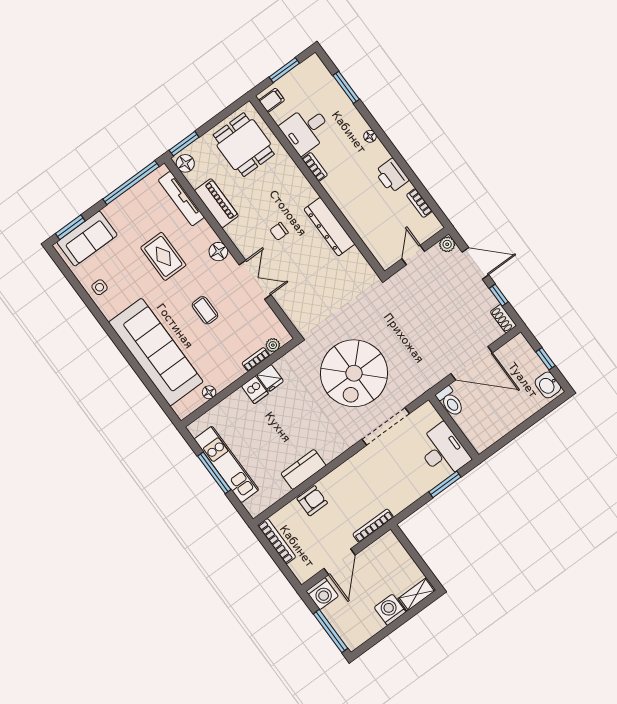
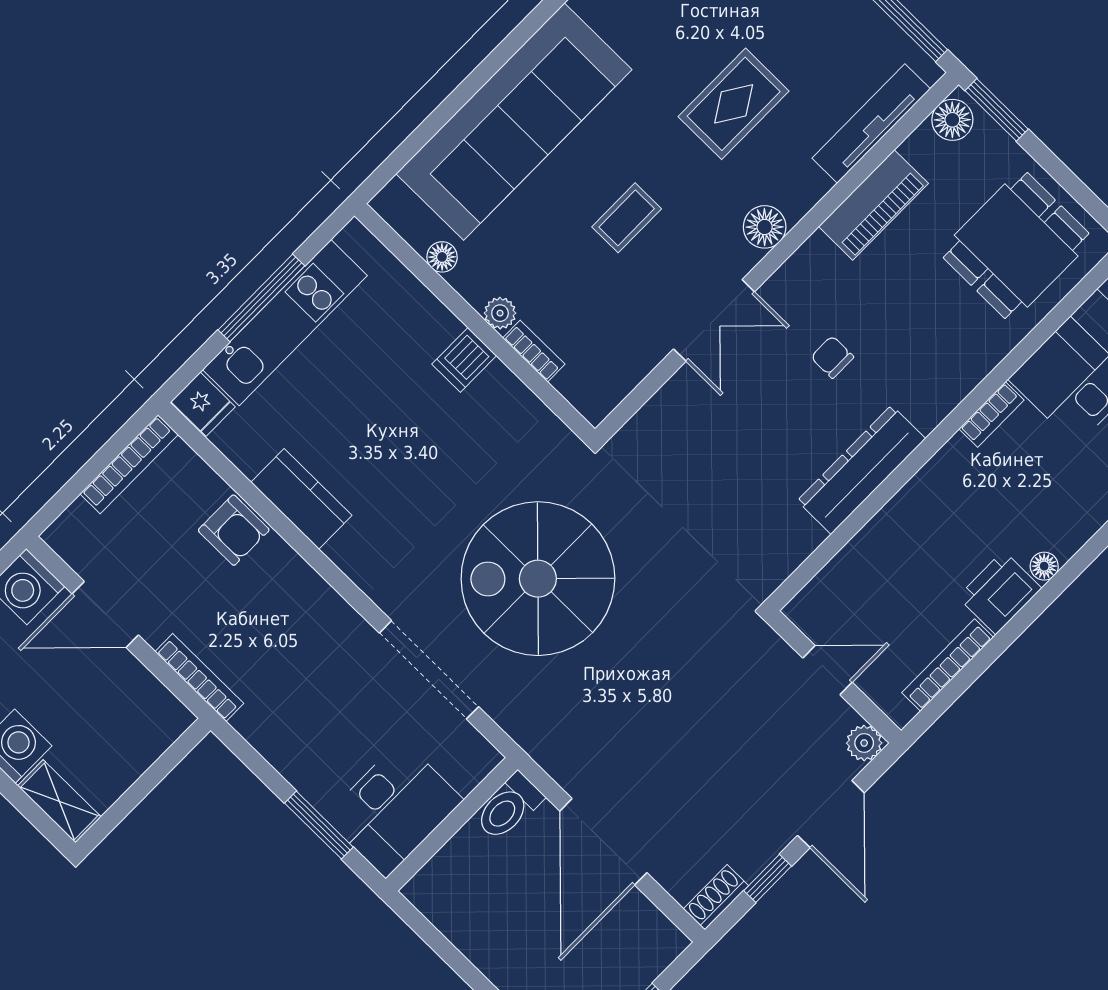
floor lamp: (370, 136) -> (1044, 566), moved
bookcase: (419, 203) -> (948, 665), width x1.56
plant: (273, 345) -> (500, 313), moved
fridge: (270, 378) -> (203, 404), moved, turned -90

